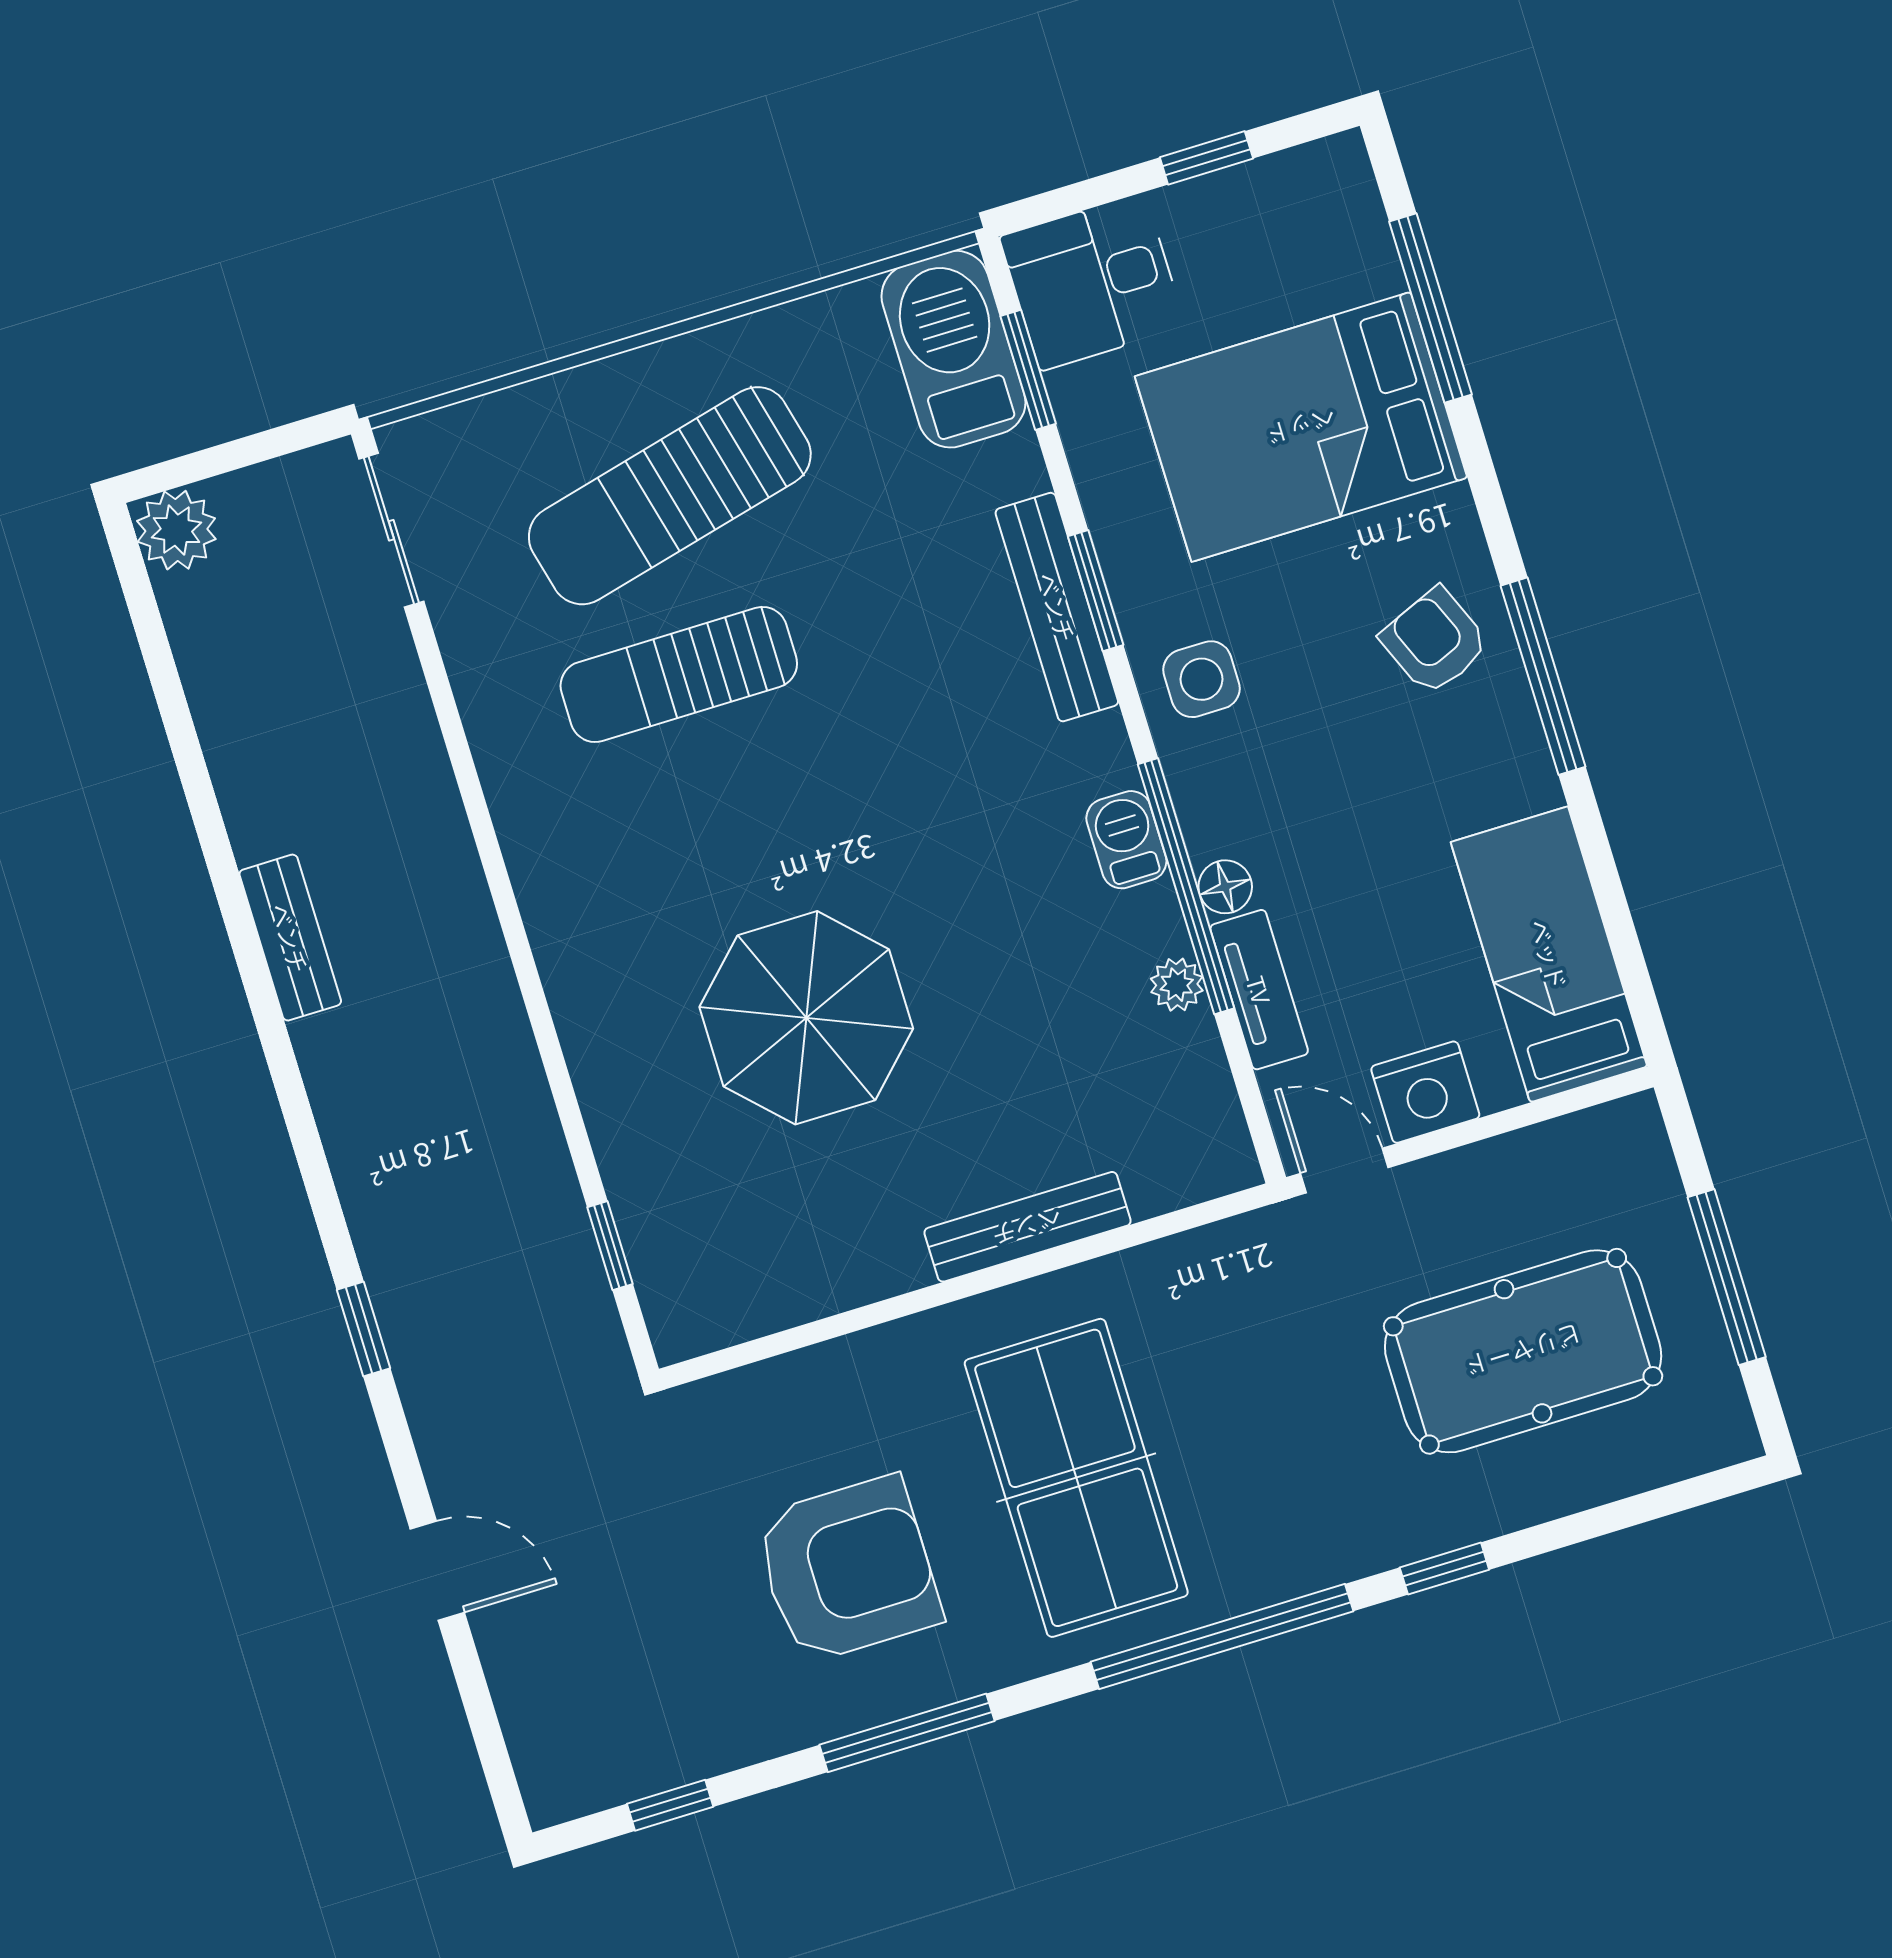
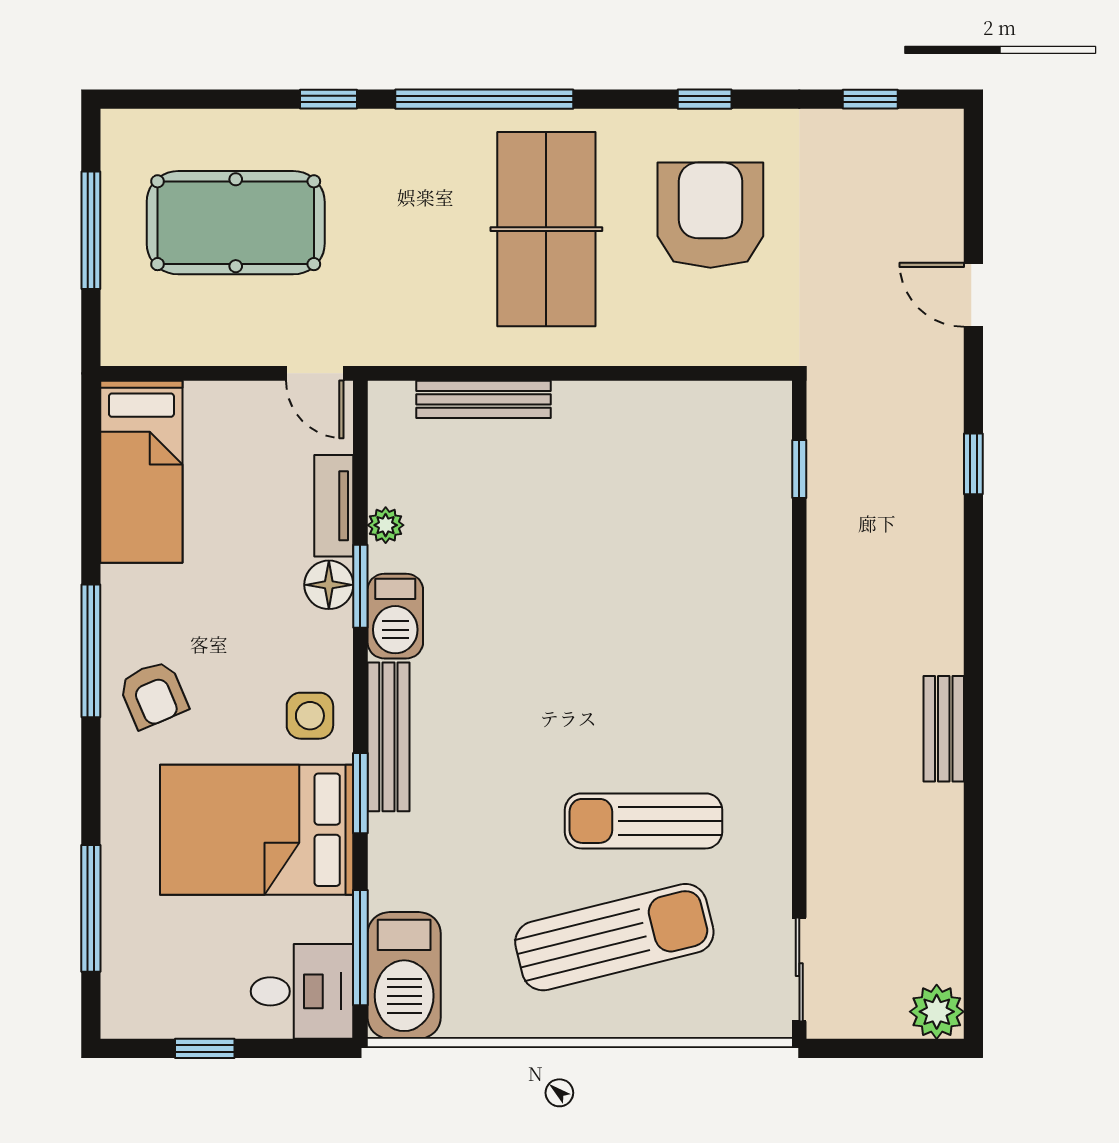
window: (1028, 370) -> (360, 948), width x1.44
bed: (1301, 427) -> (257, 830), moved, turned 180
bench: (1057, 607) -> (388, 737), moved
sun lounger: (679, 675) -> (644, 821), turned 180
barbecue: (1126, 840) -> (395, 616), width x1.38, depth x1.27
window: (1186, 886) -> (360, 586), width x0.47
floor lamp: (1225, 887) -> (329, 585), width x1.37, depth x1.37
parasol: (806, 1018) -> (629, 576), removed
nightstand: (1425, 1092) -> (248, 408), removed
bench: (1027, 1227) -> (484, 399), moved
armchair: (848, 1569) -> (710, 215), turned 90
window: (907, 1733) -> (705, 99), width x0.46

